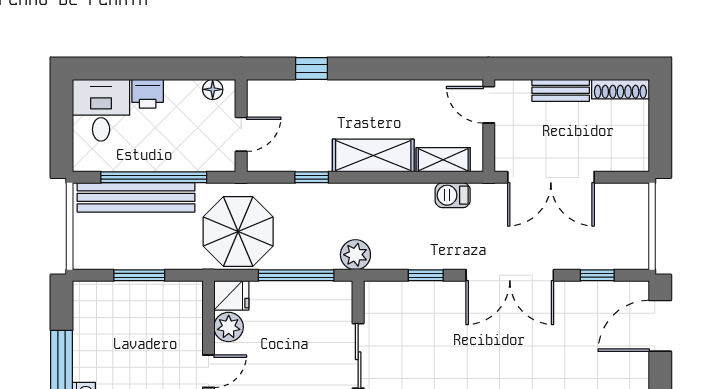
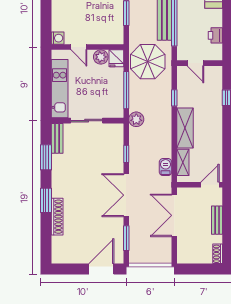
floor lamp: (213, 89) -> (217, 49), removed
shoe rack: (620, 89) -> (218, 254), width x0.70
printer: (148, 94) -> (215, 35), moved
window: (597, 275) -> (126, 238), width x1.50
door: (660, 326) -> (101, 269), hinge flipped

